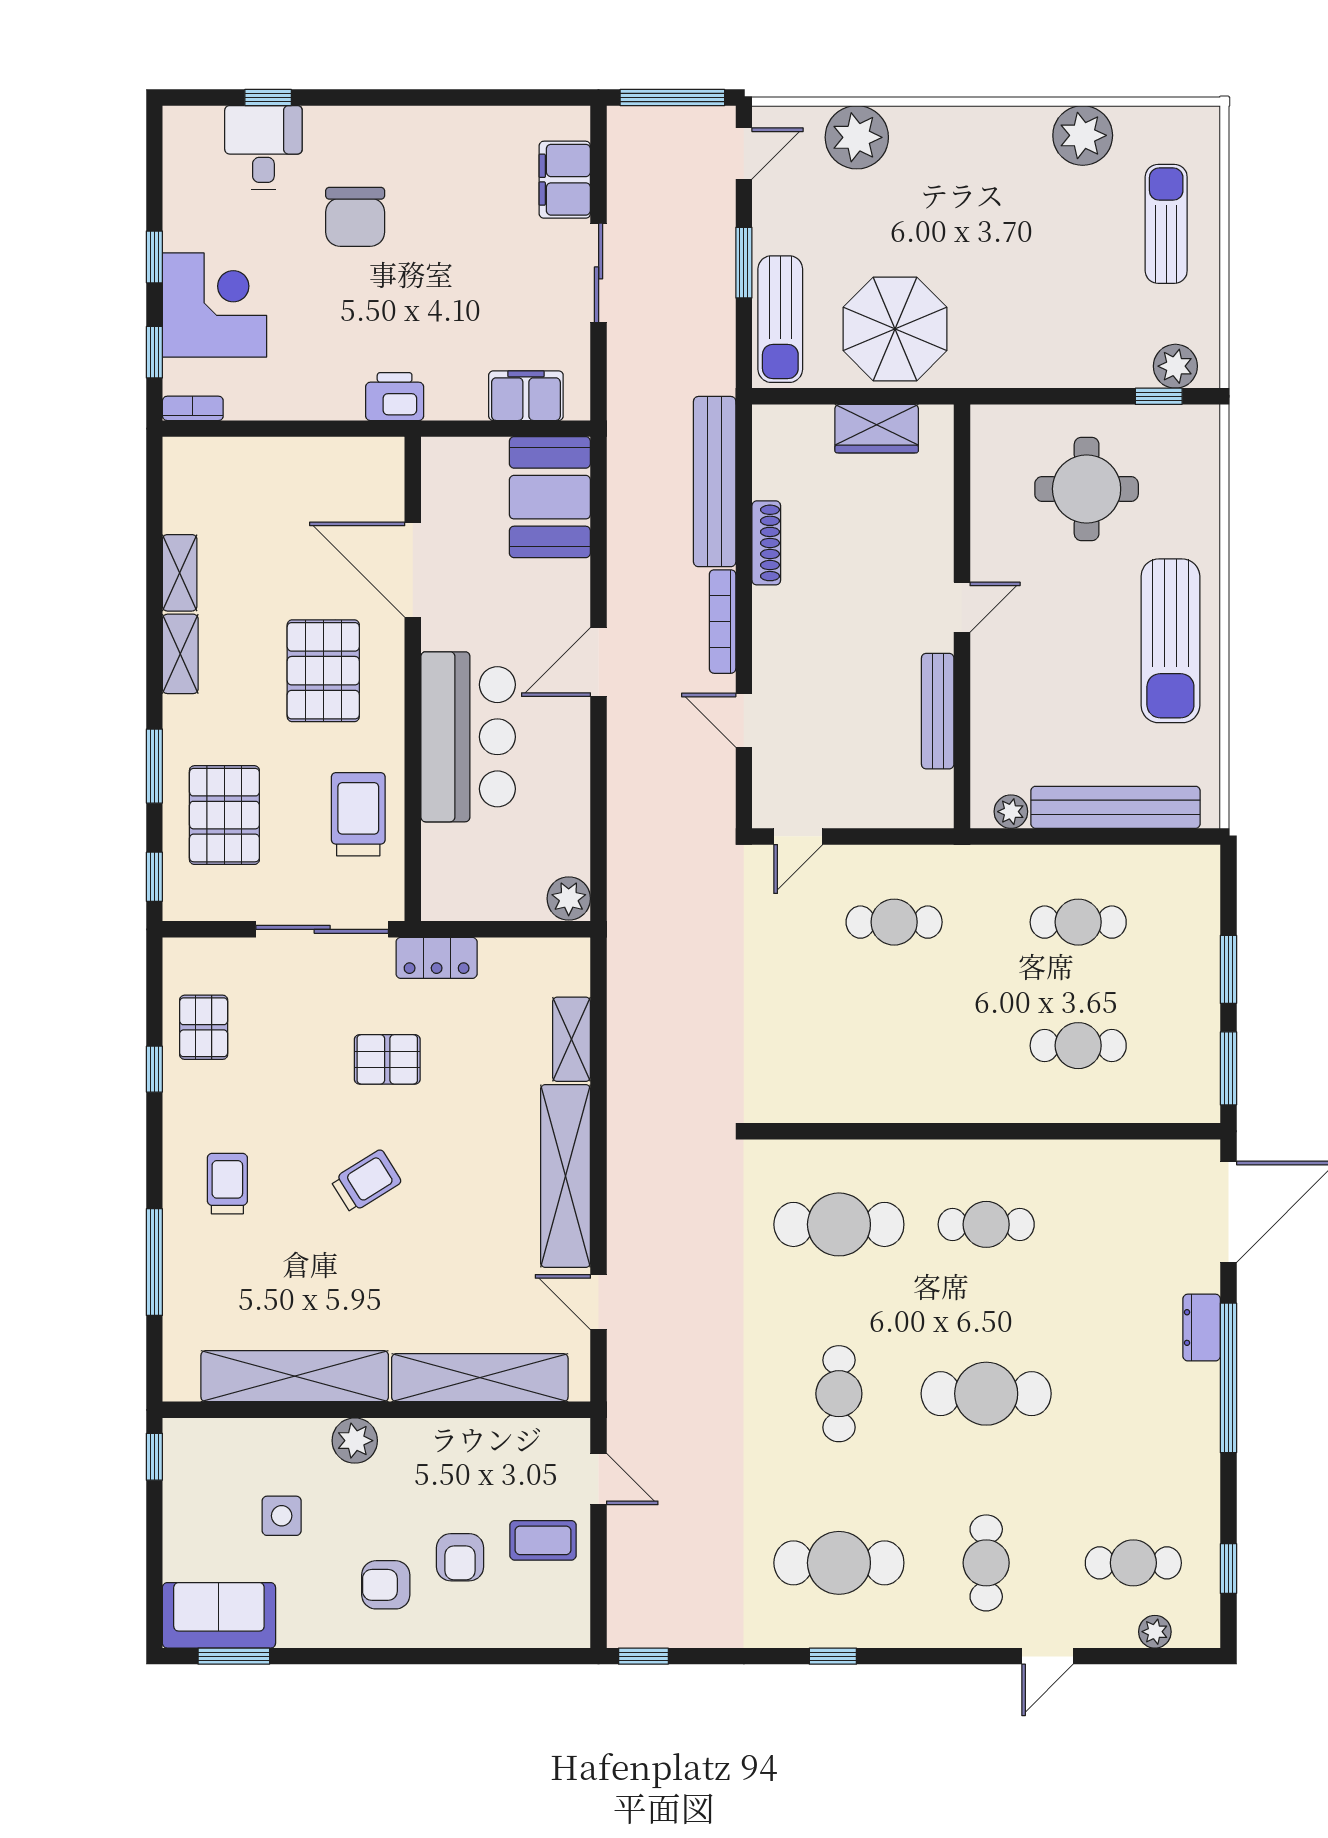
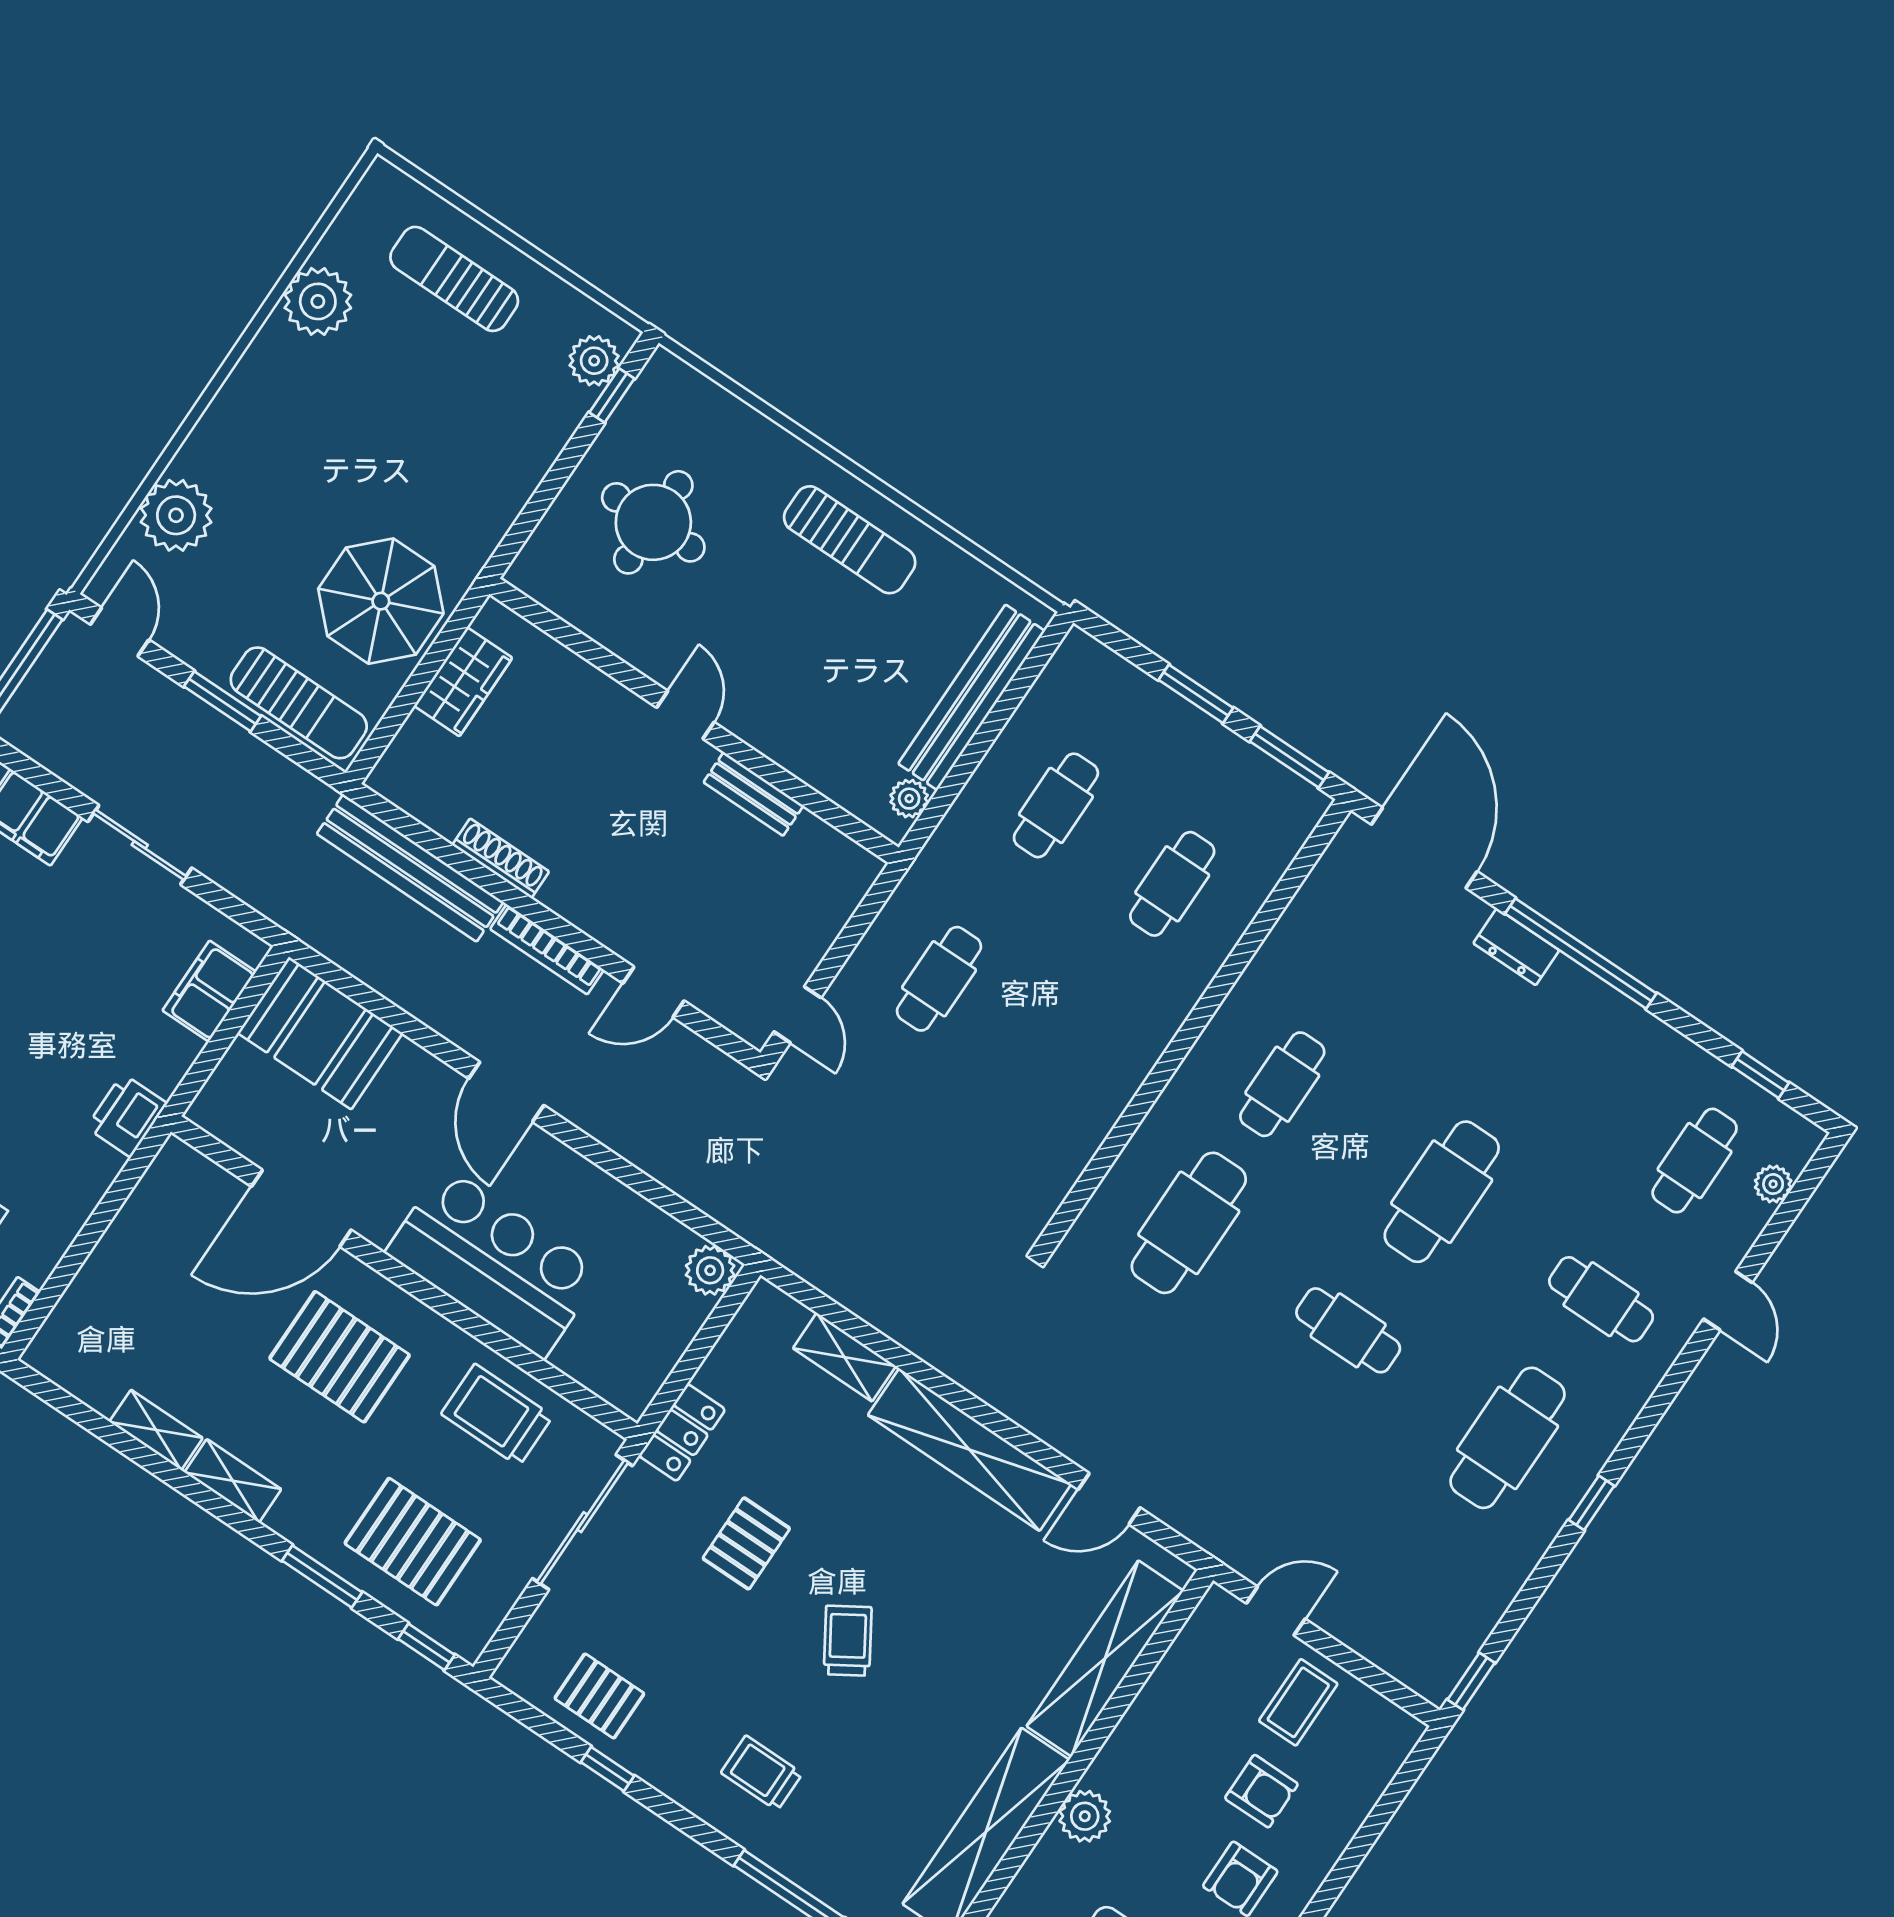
sun lounger: (1170, 641) -> (850, 540), width x0.73, depth x0.75
bench: (938, 711) -> (753, 794), width x0.73

